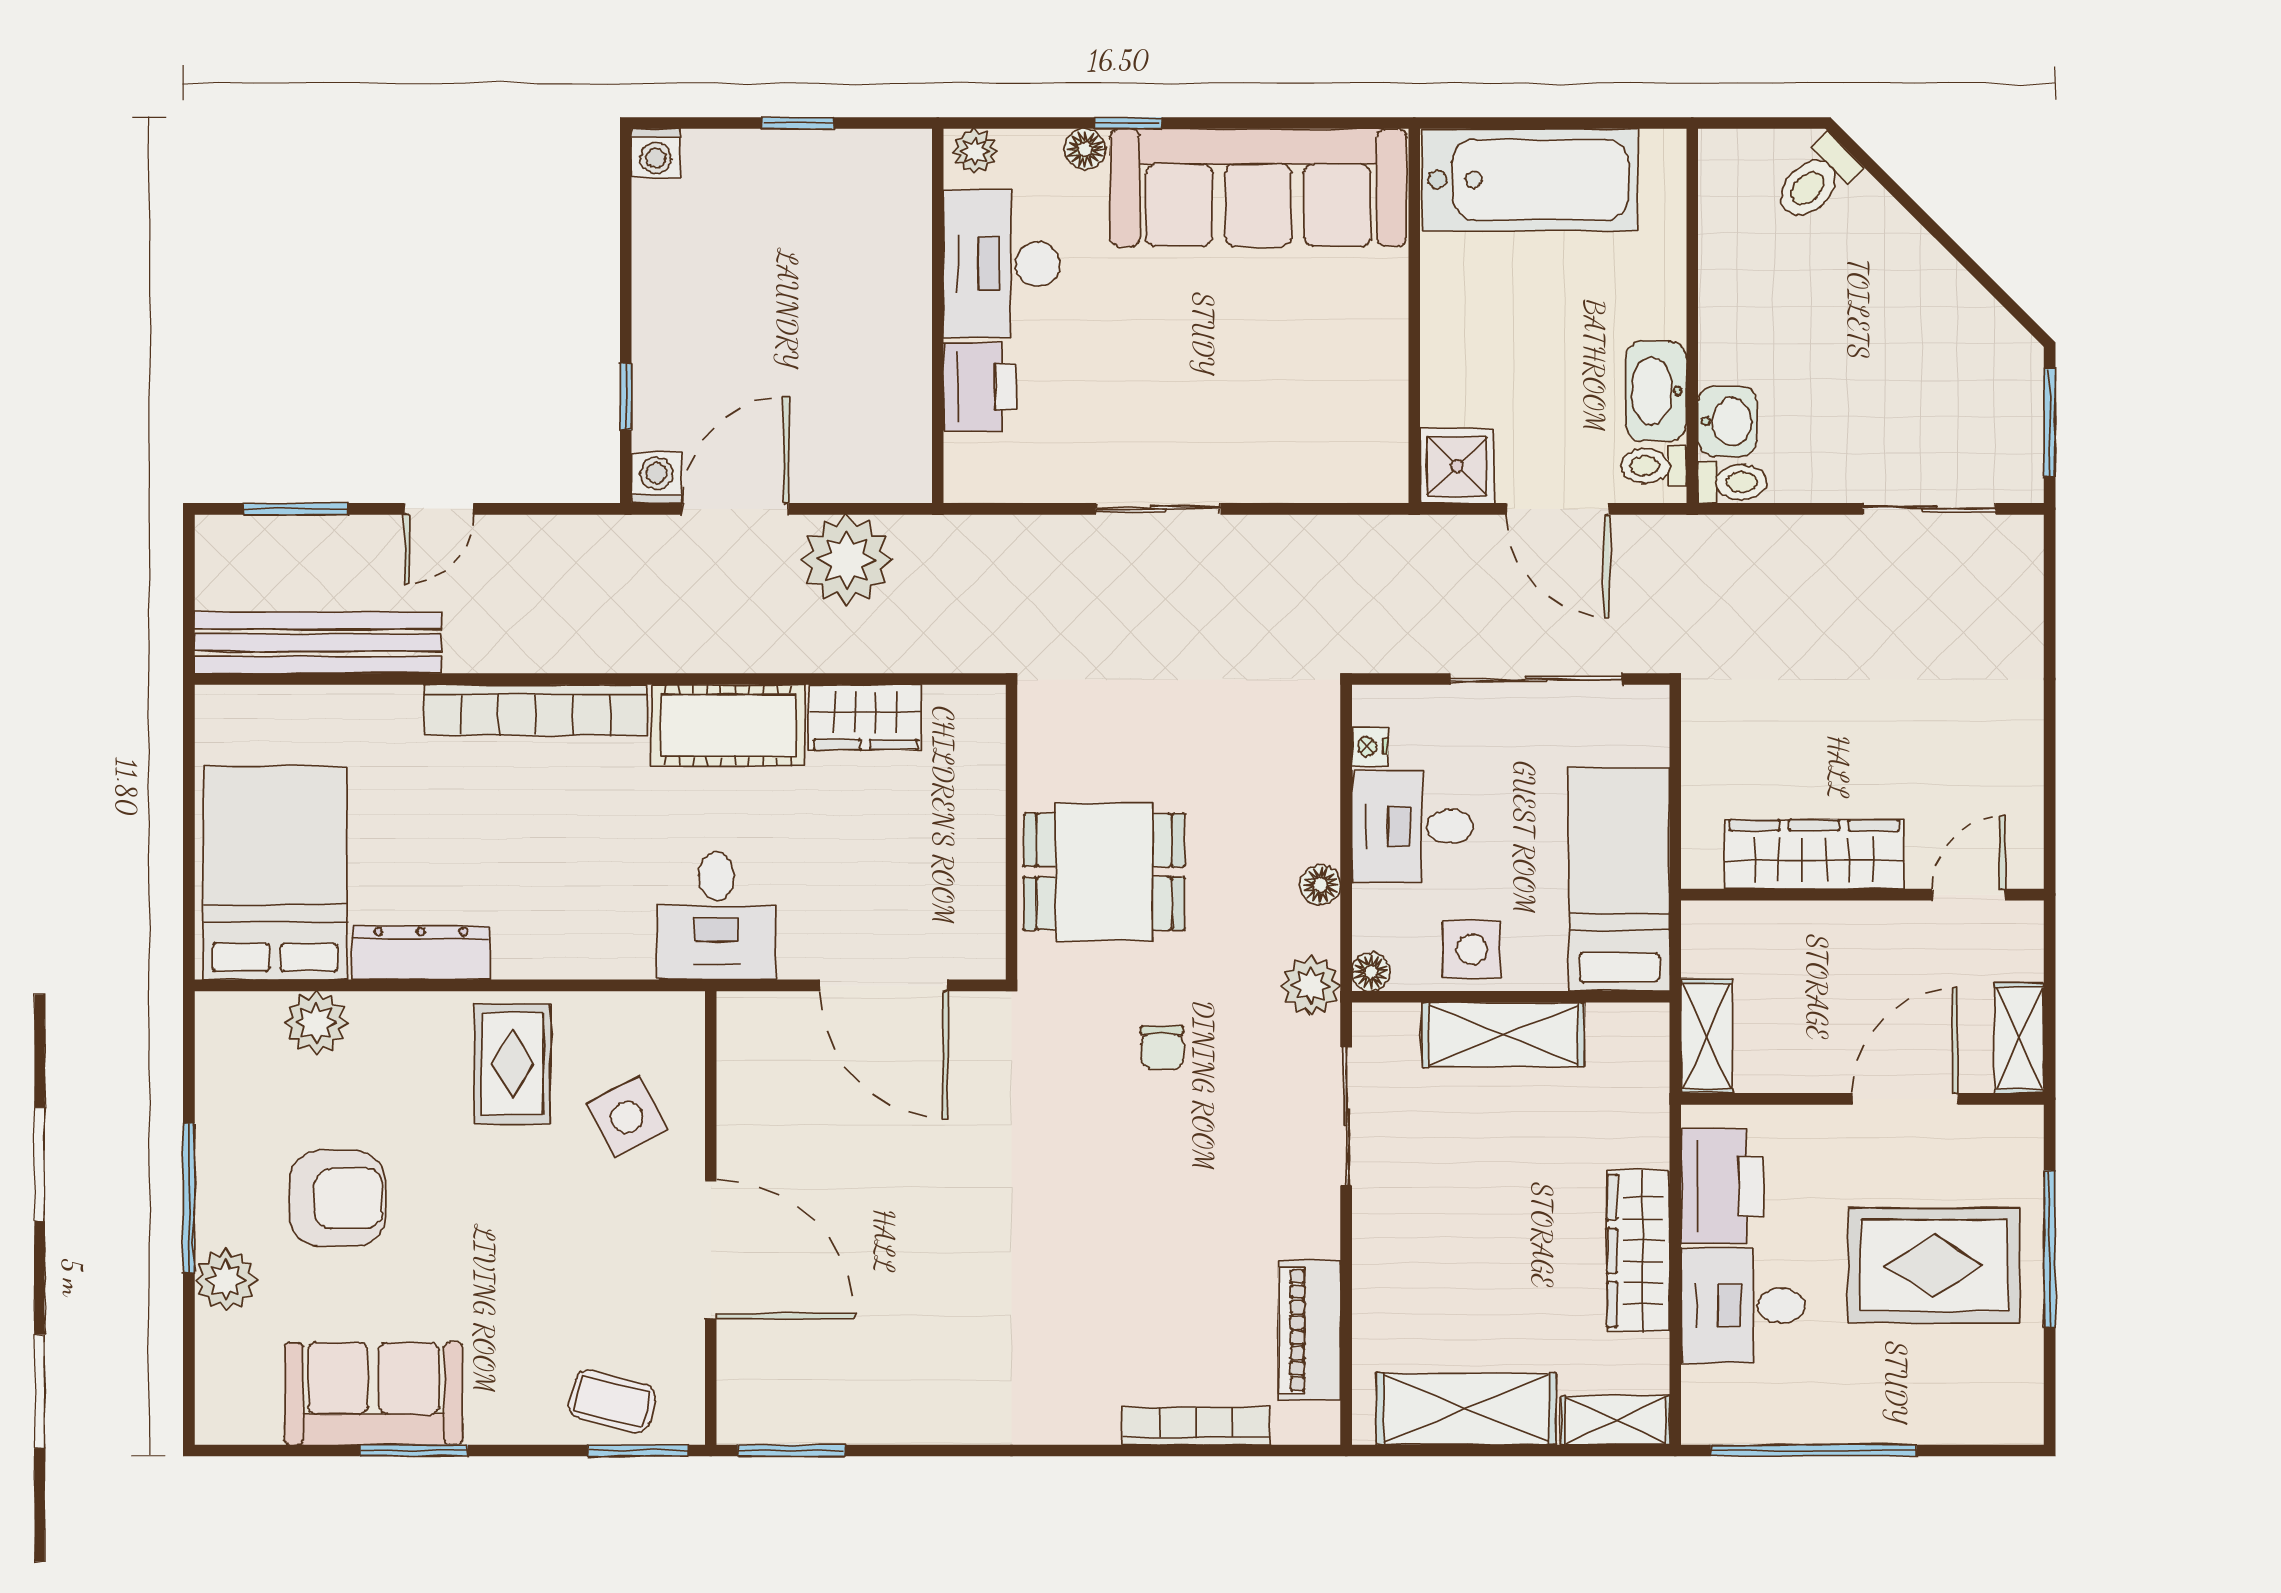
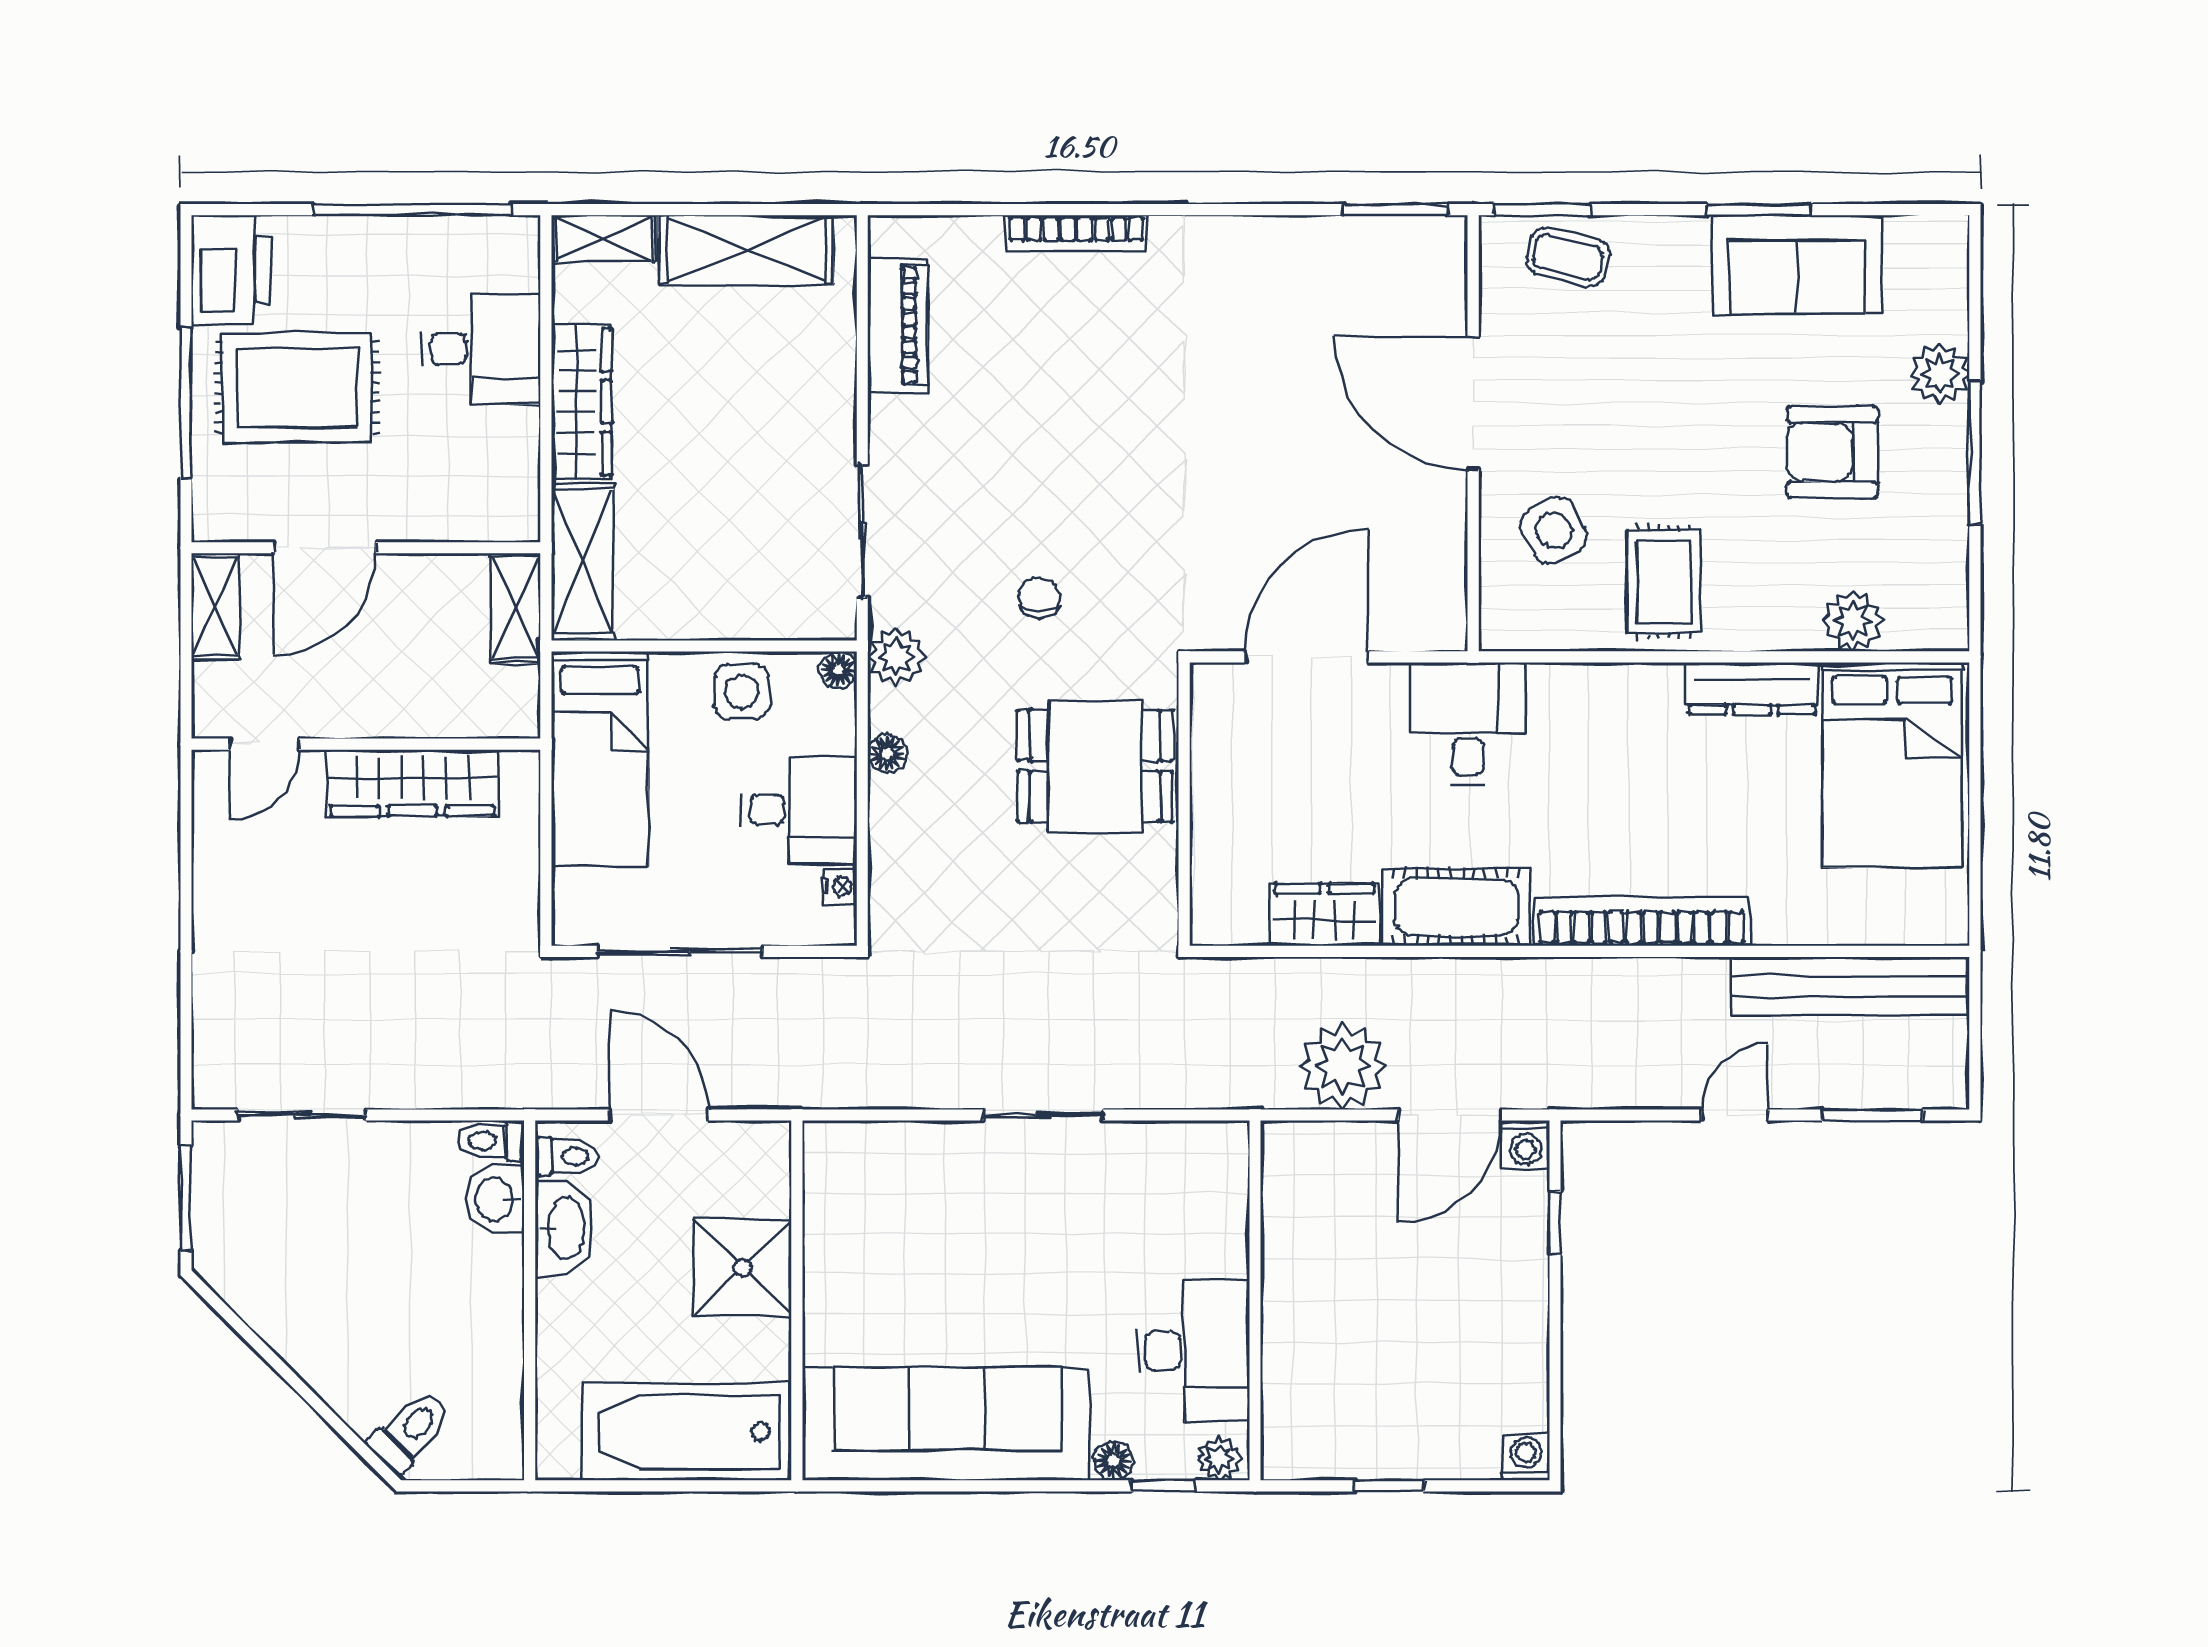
window: (1128, 123) -> (1163, 1486), moved
printer: (980, 387) -> (1214, 1233), removed
shower: (1457, 466) -> (743, 1268), moved, width x1.36, depth x1.36
door: (884, 985) -> (1307, 657), hinge flipped
shelving: (1503, 1035) -> (583, 561), moved, turned 90
printer: (1722, 1186) -> (231, 270), moved, turned 180
bookcase: (1196, 1426) -> (1076, 233), moved

